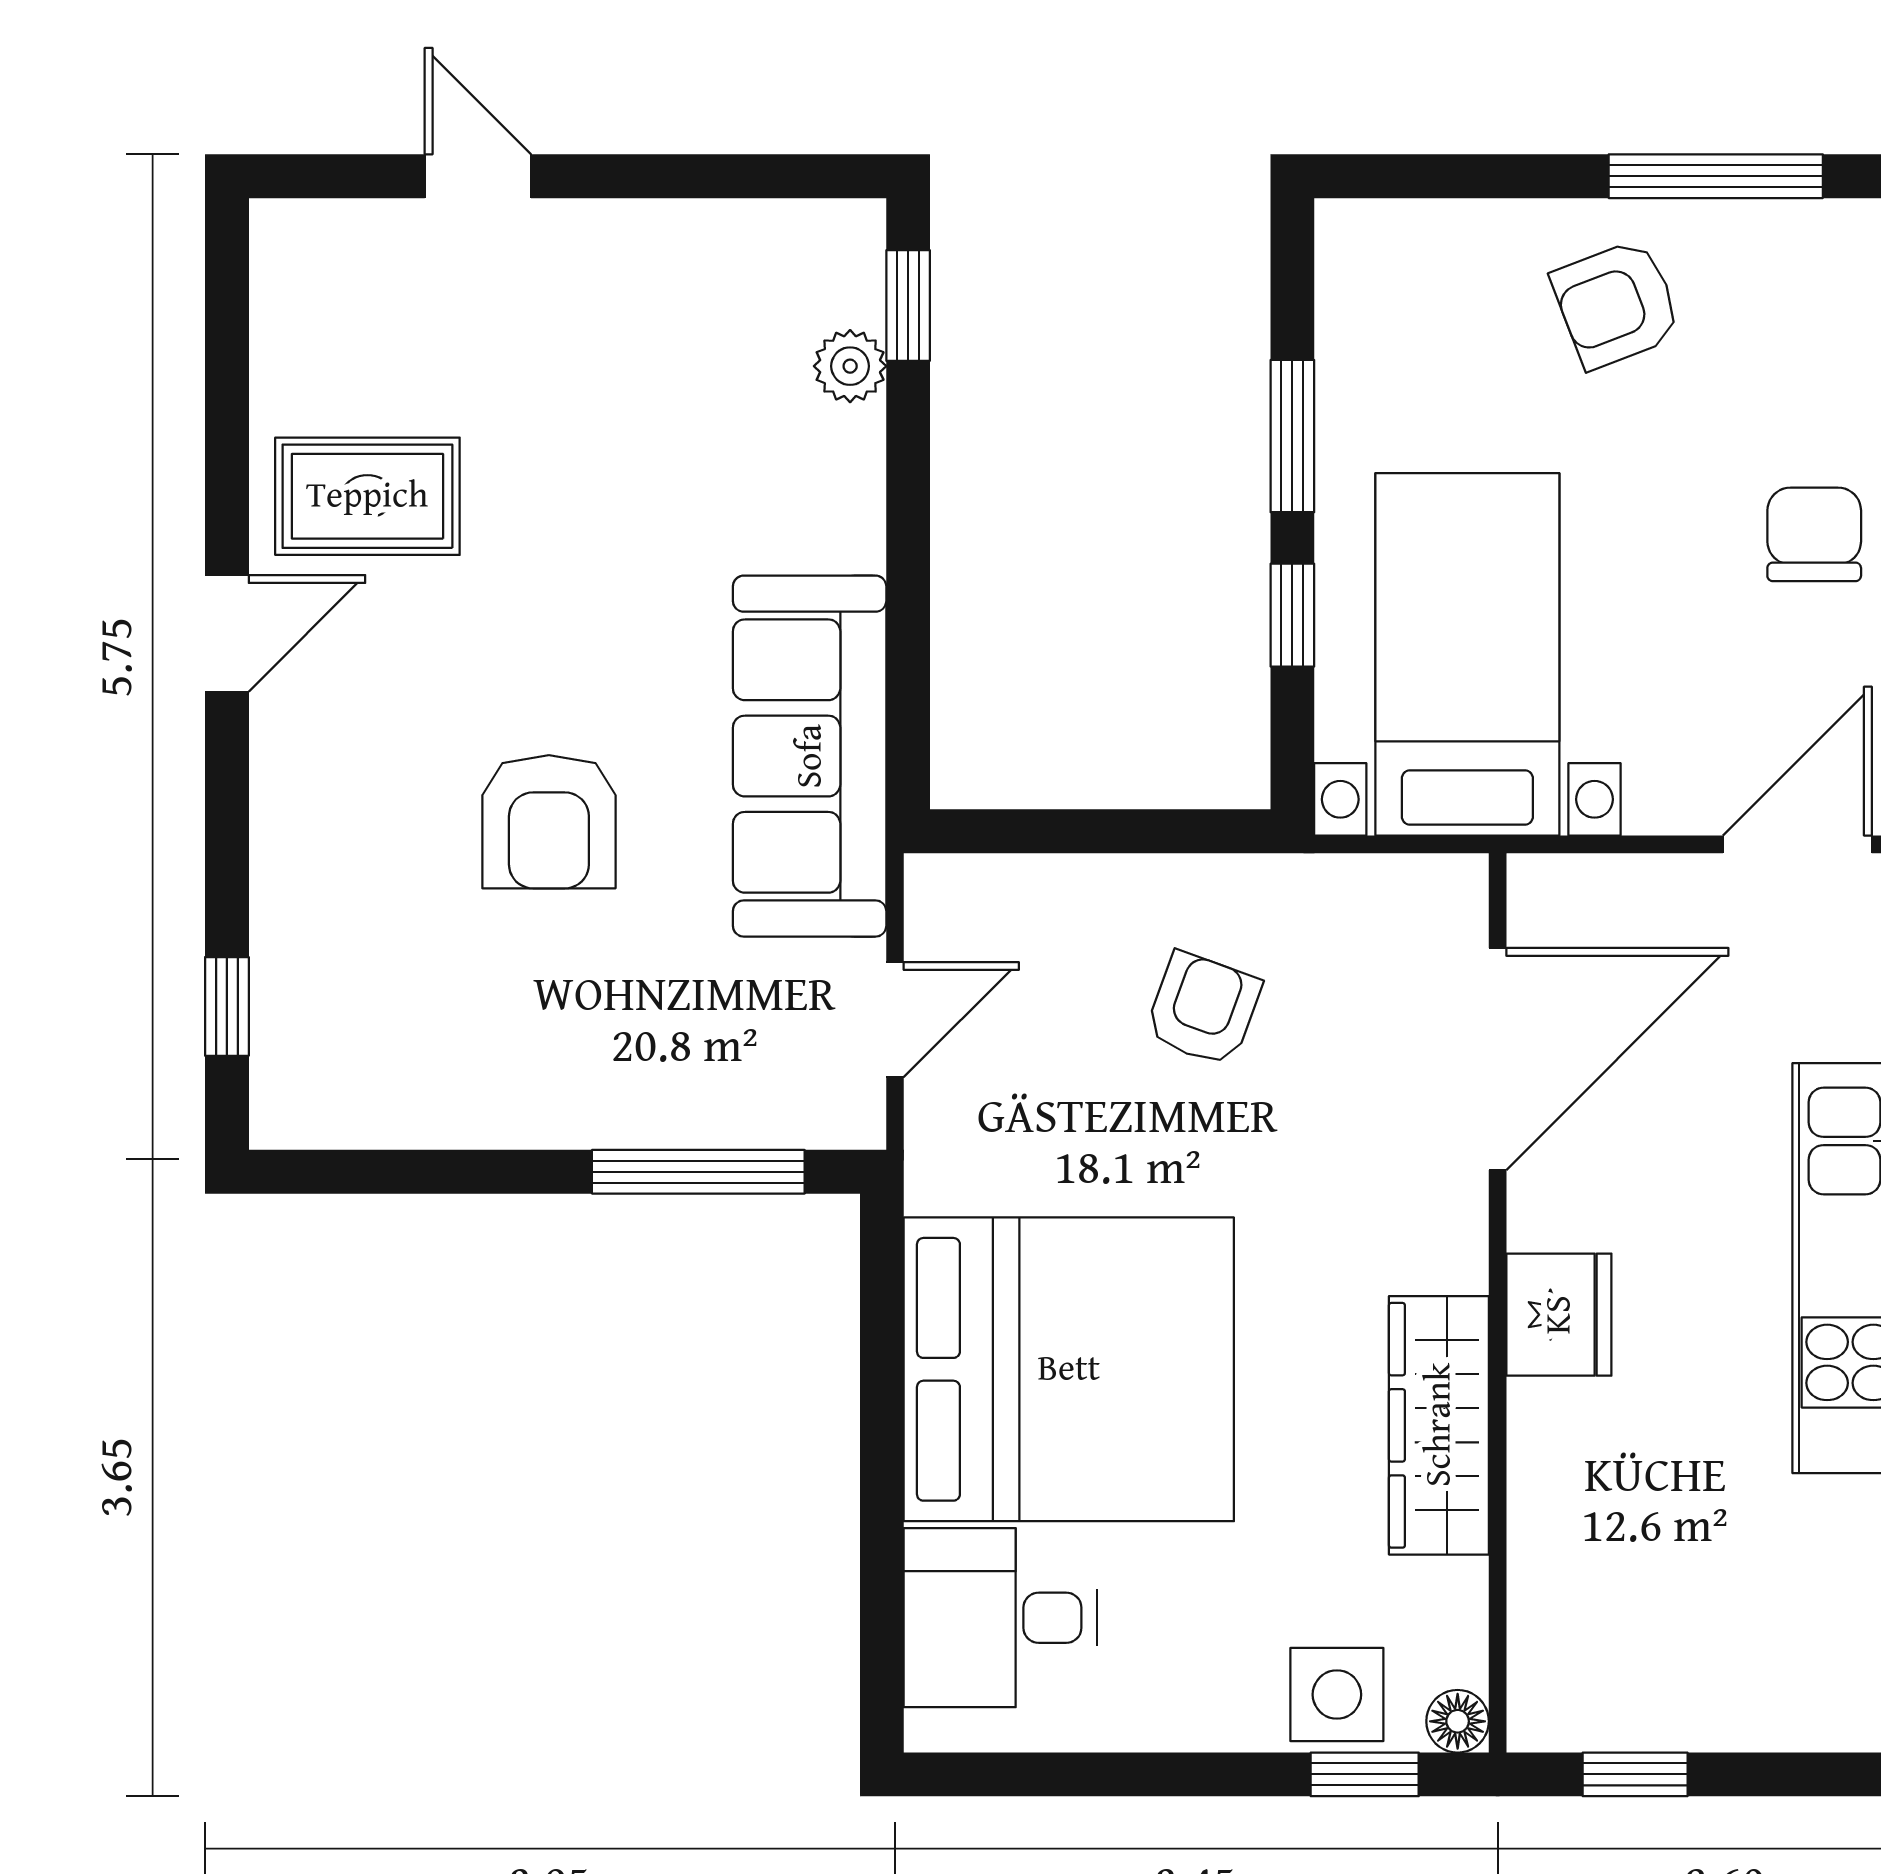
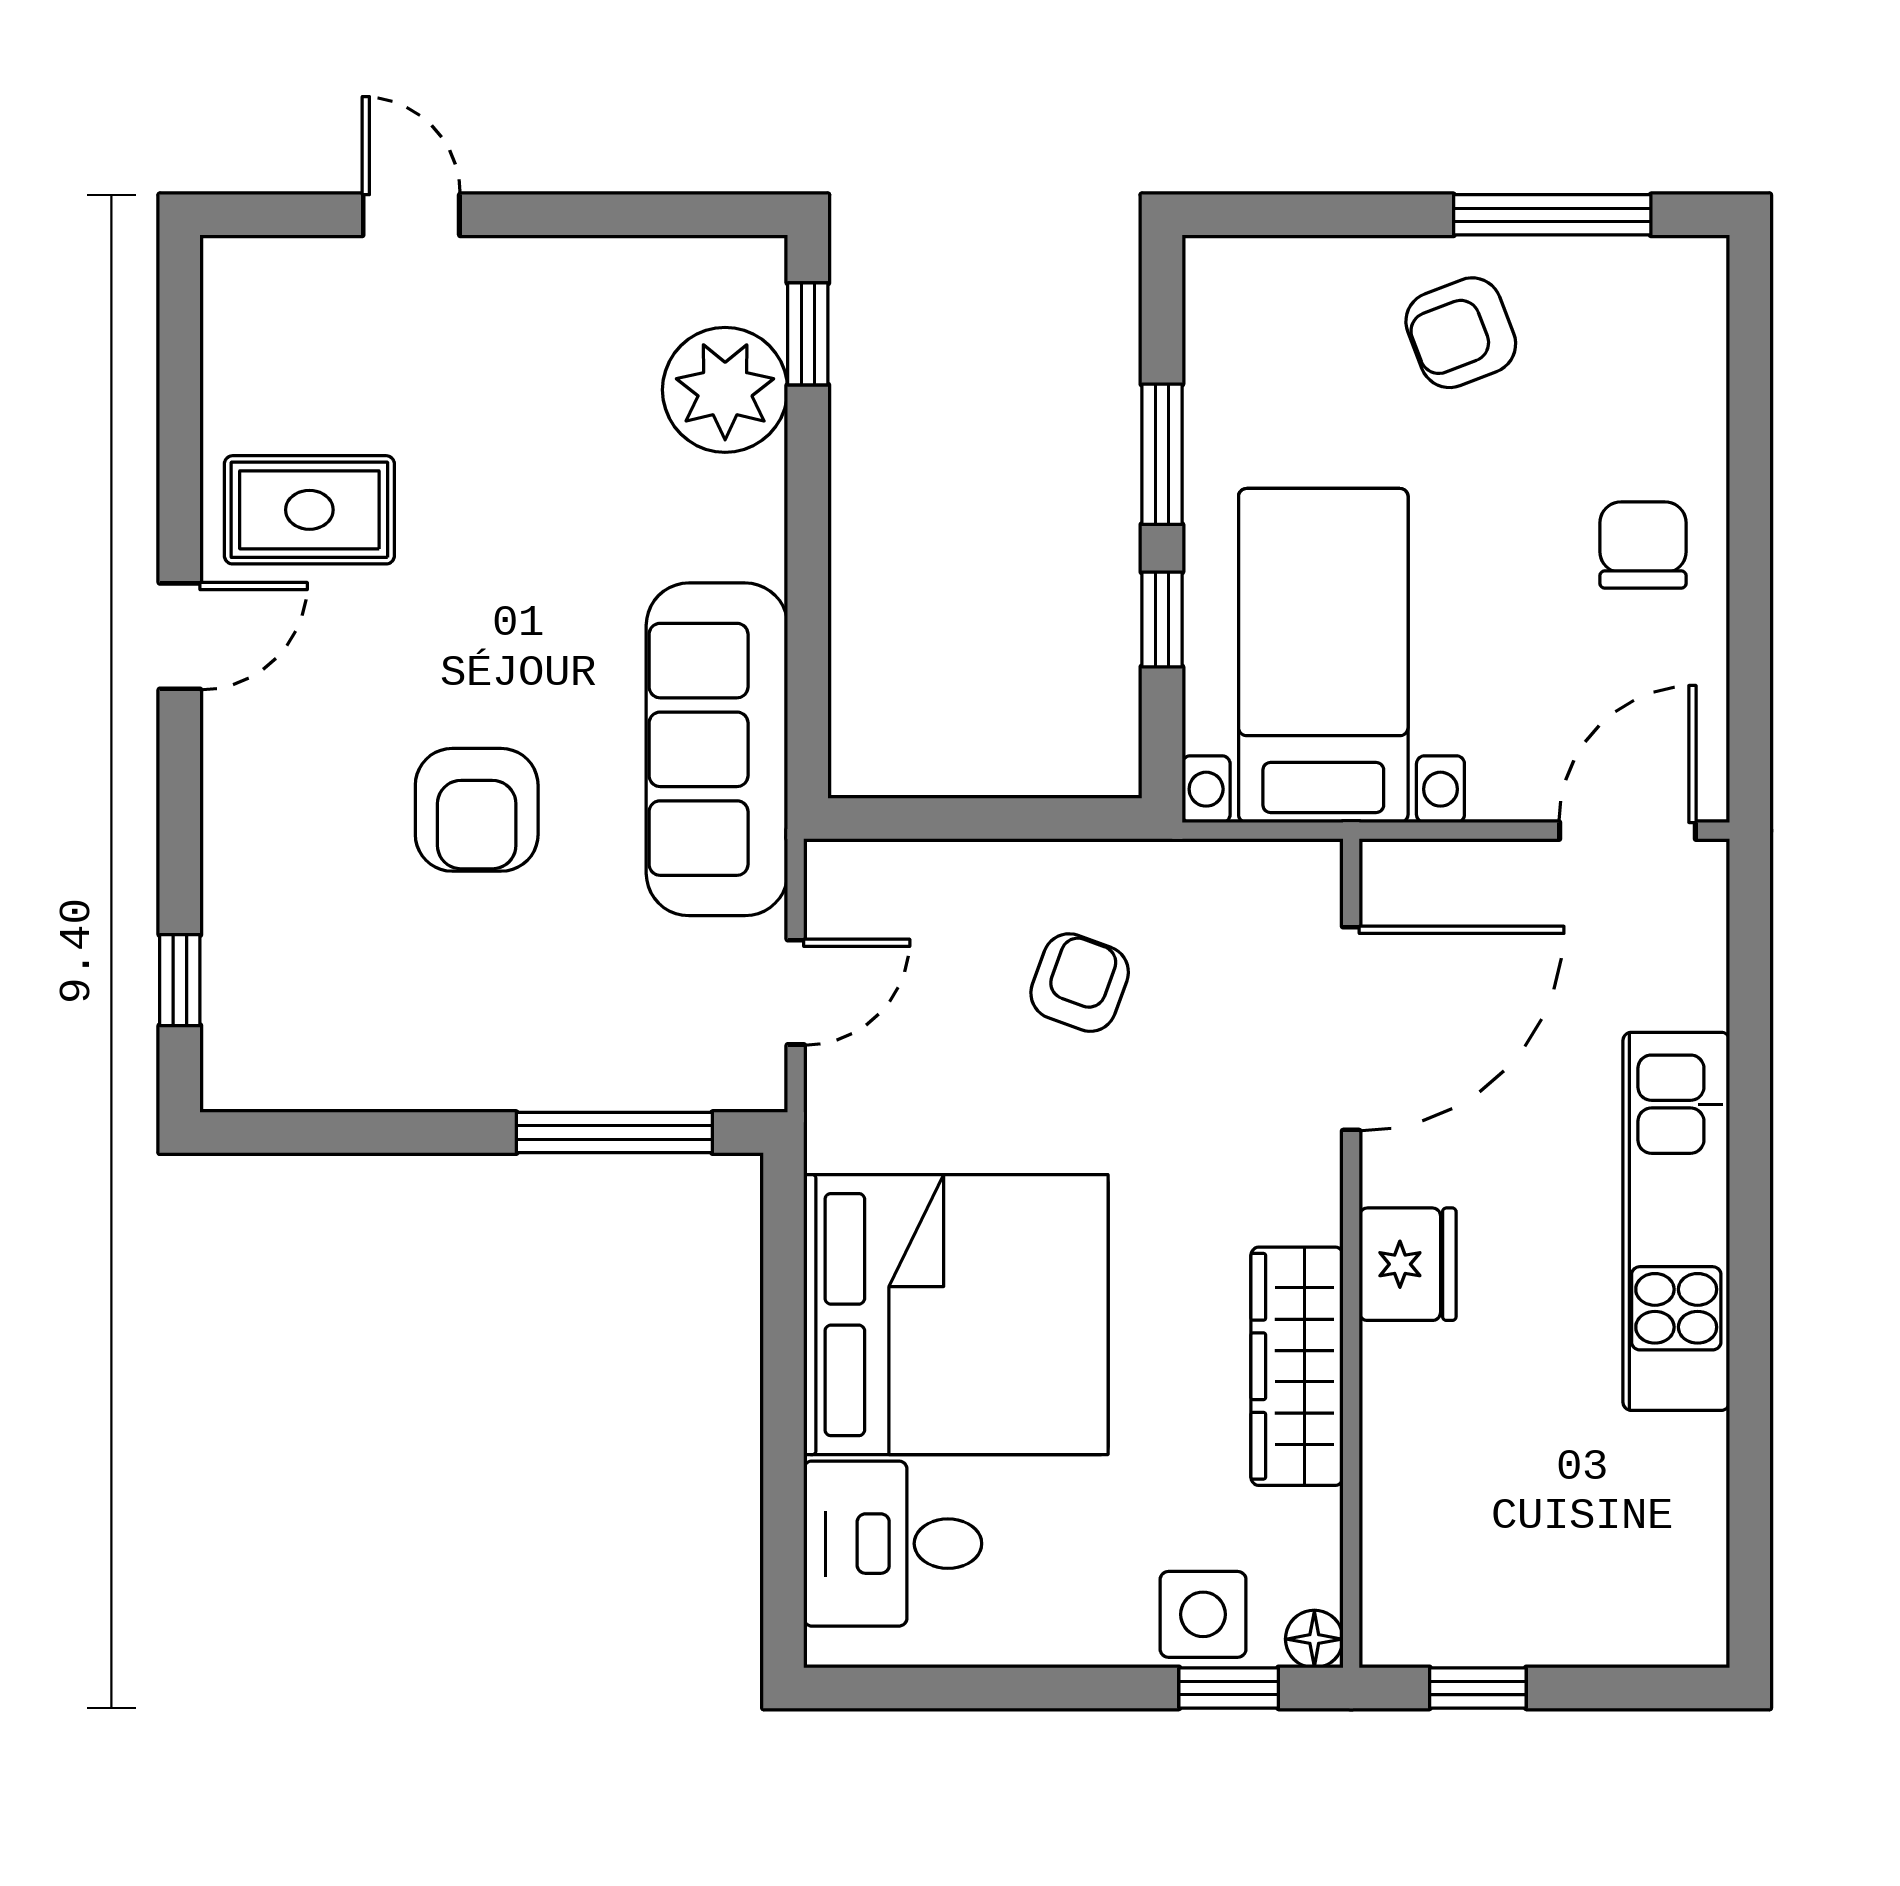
plant: (850, 366) -> (725, 390), width x1.88, depth x1.88

